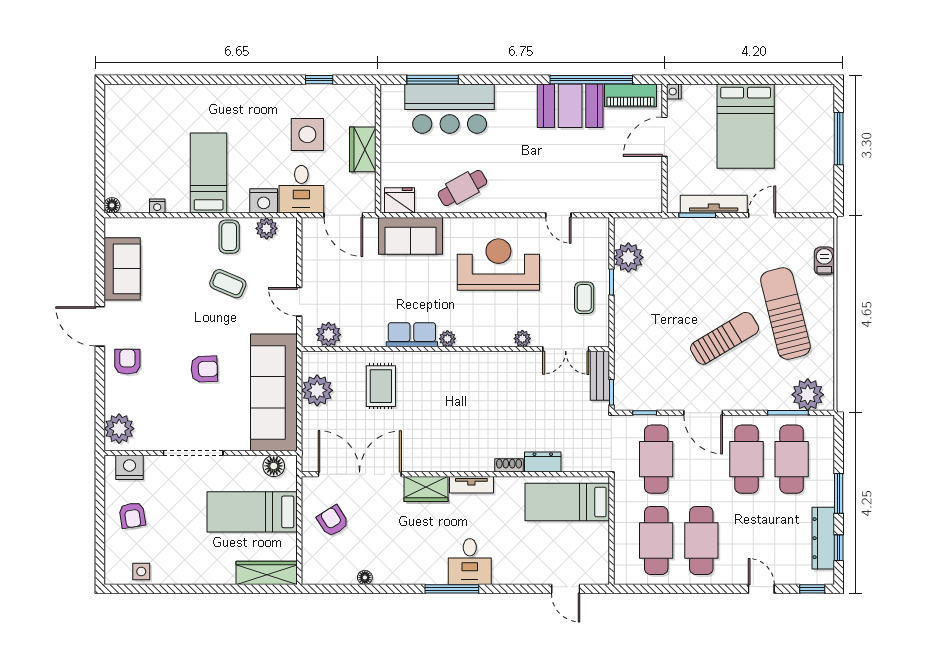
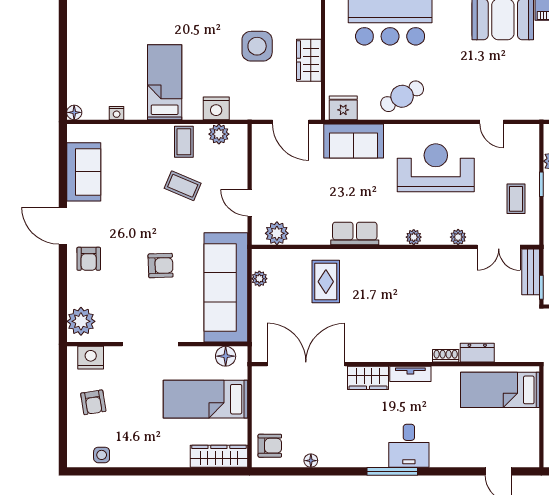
desk: (301, 189) -> (251, 97), removed
plant: (447, 339) -> (414, 237), moved
armchair: (127, 362) -> (89, 259), turned 180
plant: (317, 390) -> (259, 279), width x0.53, depth x0.53
armchair: (333, 521) -> (270, 446), moved, turned 122

